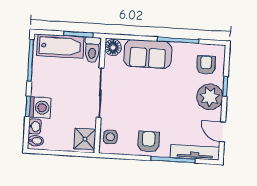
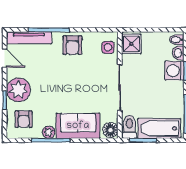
plant: (180, 49) -> (49, 132), added

